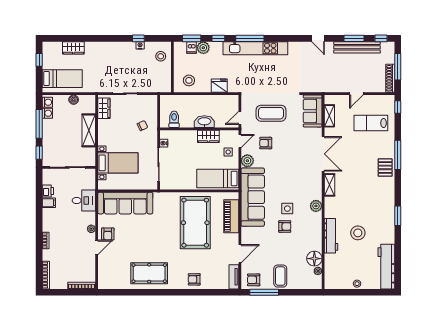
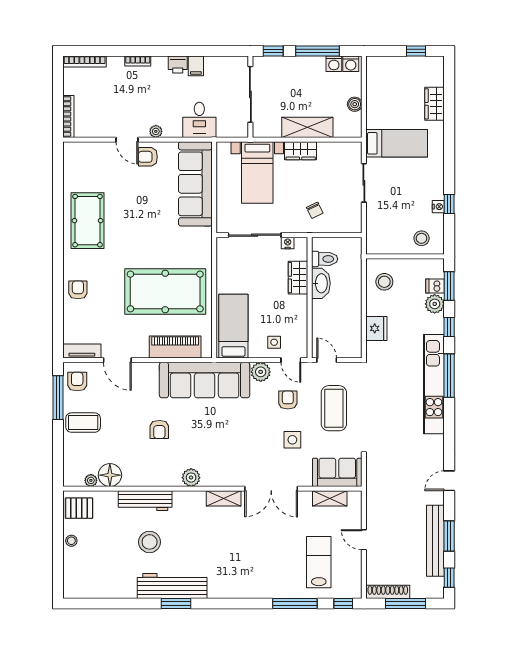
bed: (62, 79) -> (397, 143), moved, turned -90
wardrobe: (104, 108) -> (301, 151), moved
washbasin: (204, 122) -> (321, 283), moved
wardrobe: (208, 136) -> (298, 278), moved
window: (398, 155) -> (295, 603), moved
pallet: (385, 167) -> (79, 508), moved
printer: (48, 191) -> (178, 65), moved
side table: (287, 209) -> (292, 440), moved
workbench: (386, 267) -> (172, 586), moved

